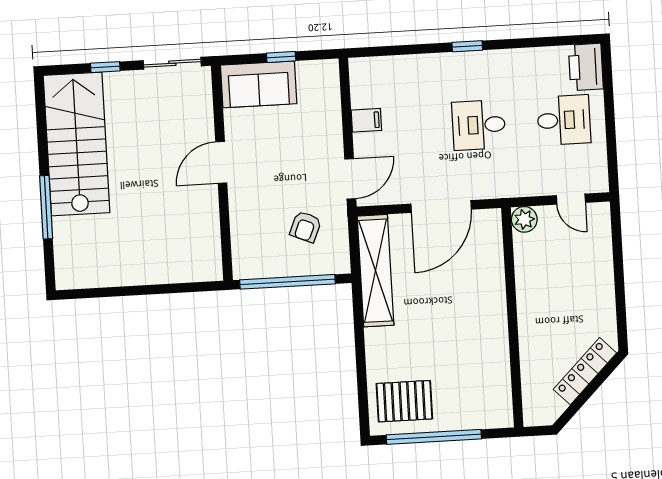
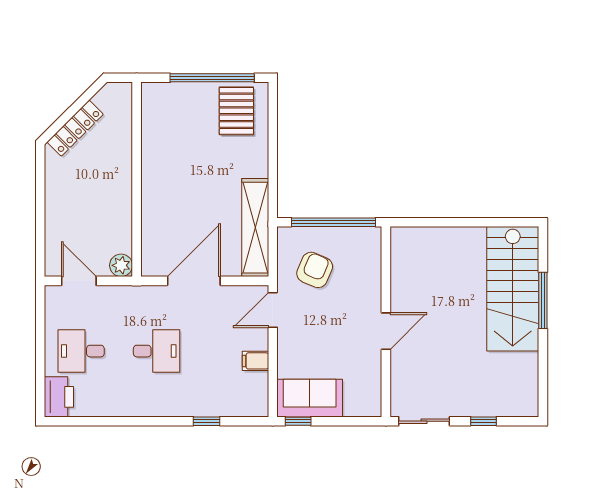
window: (467, 46) -> (207, 421), moved
window: (281, 57) -> (298, 421), moved
sofa: (259, 84) -> (310, 398), moved
stairs: (77, 144) -> (513, 289), moved
door: (571, 199) -> (79, 281), width x1.38
armchair: (306, 227) -> (315, 270), width x1.38, depth x1.38
pallet: (404, 401) -> (236, 111), turned 90

